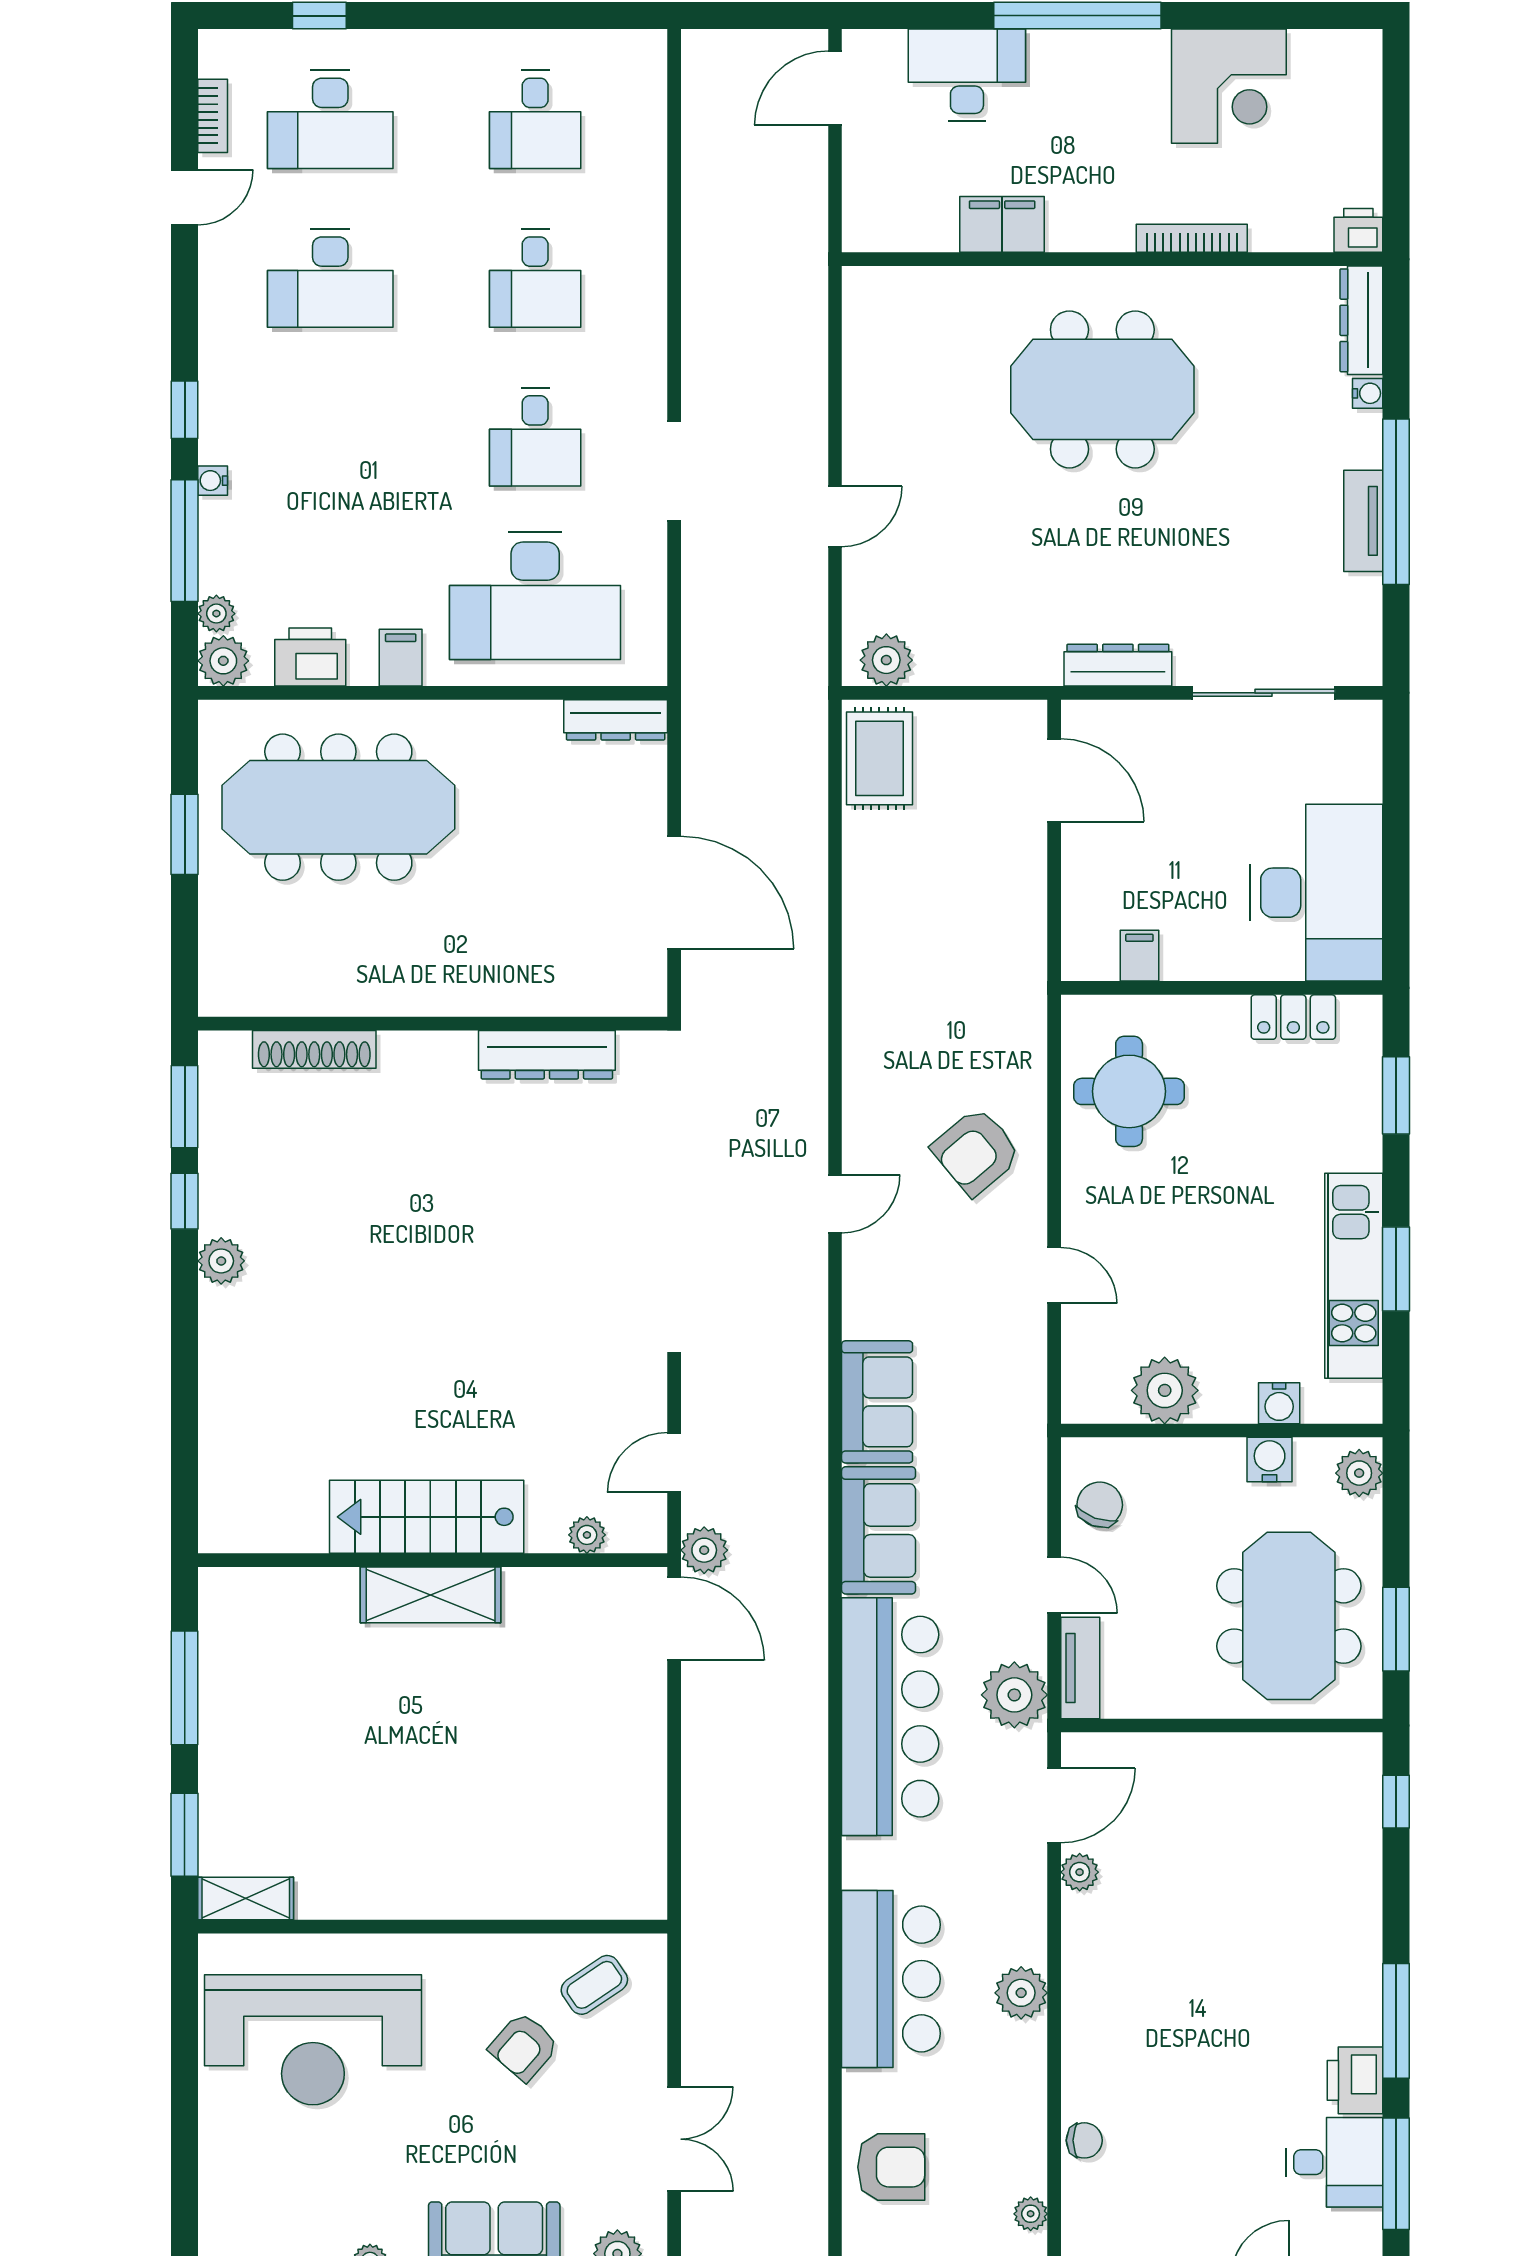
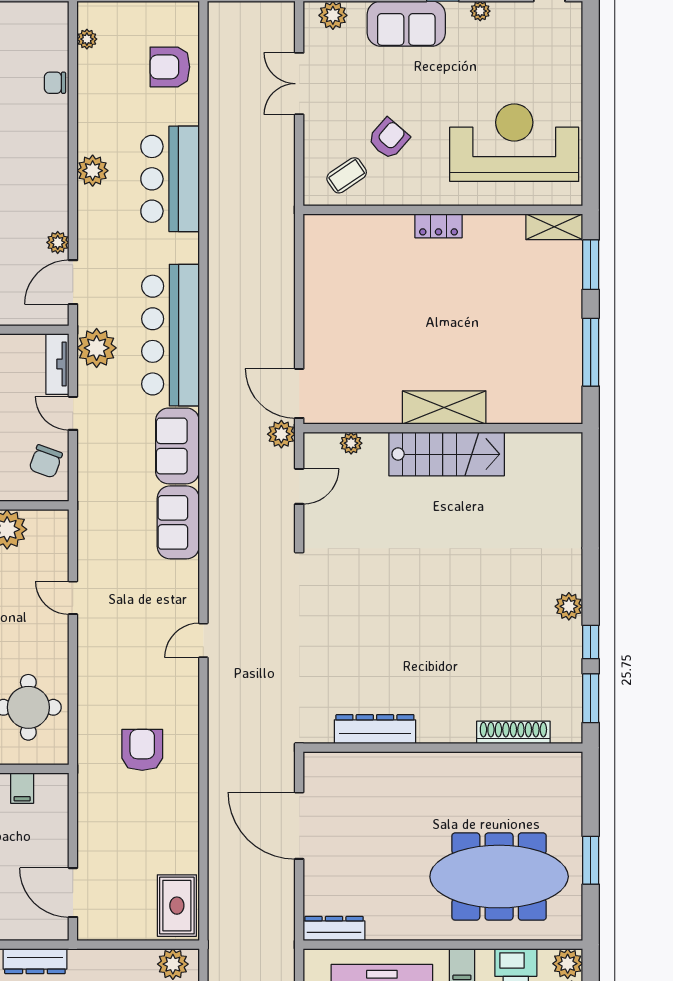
armchair: (976, 1151) -> (142, 750), moved, turned -50
locker: (440, 1900) -> (438, 226), added

